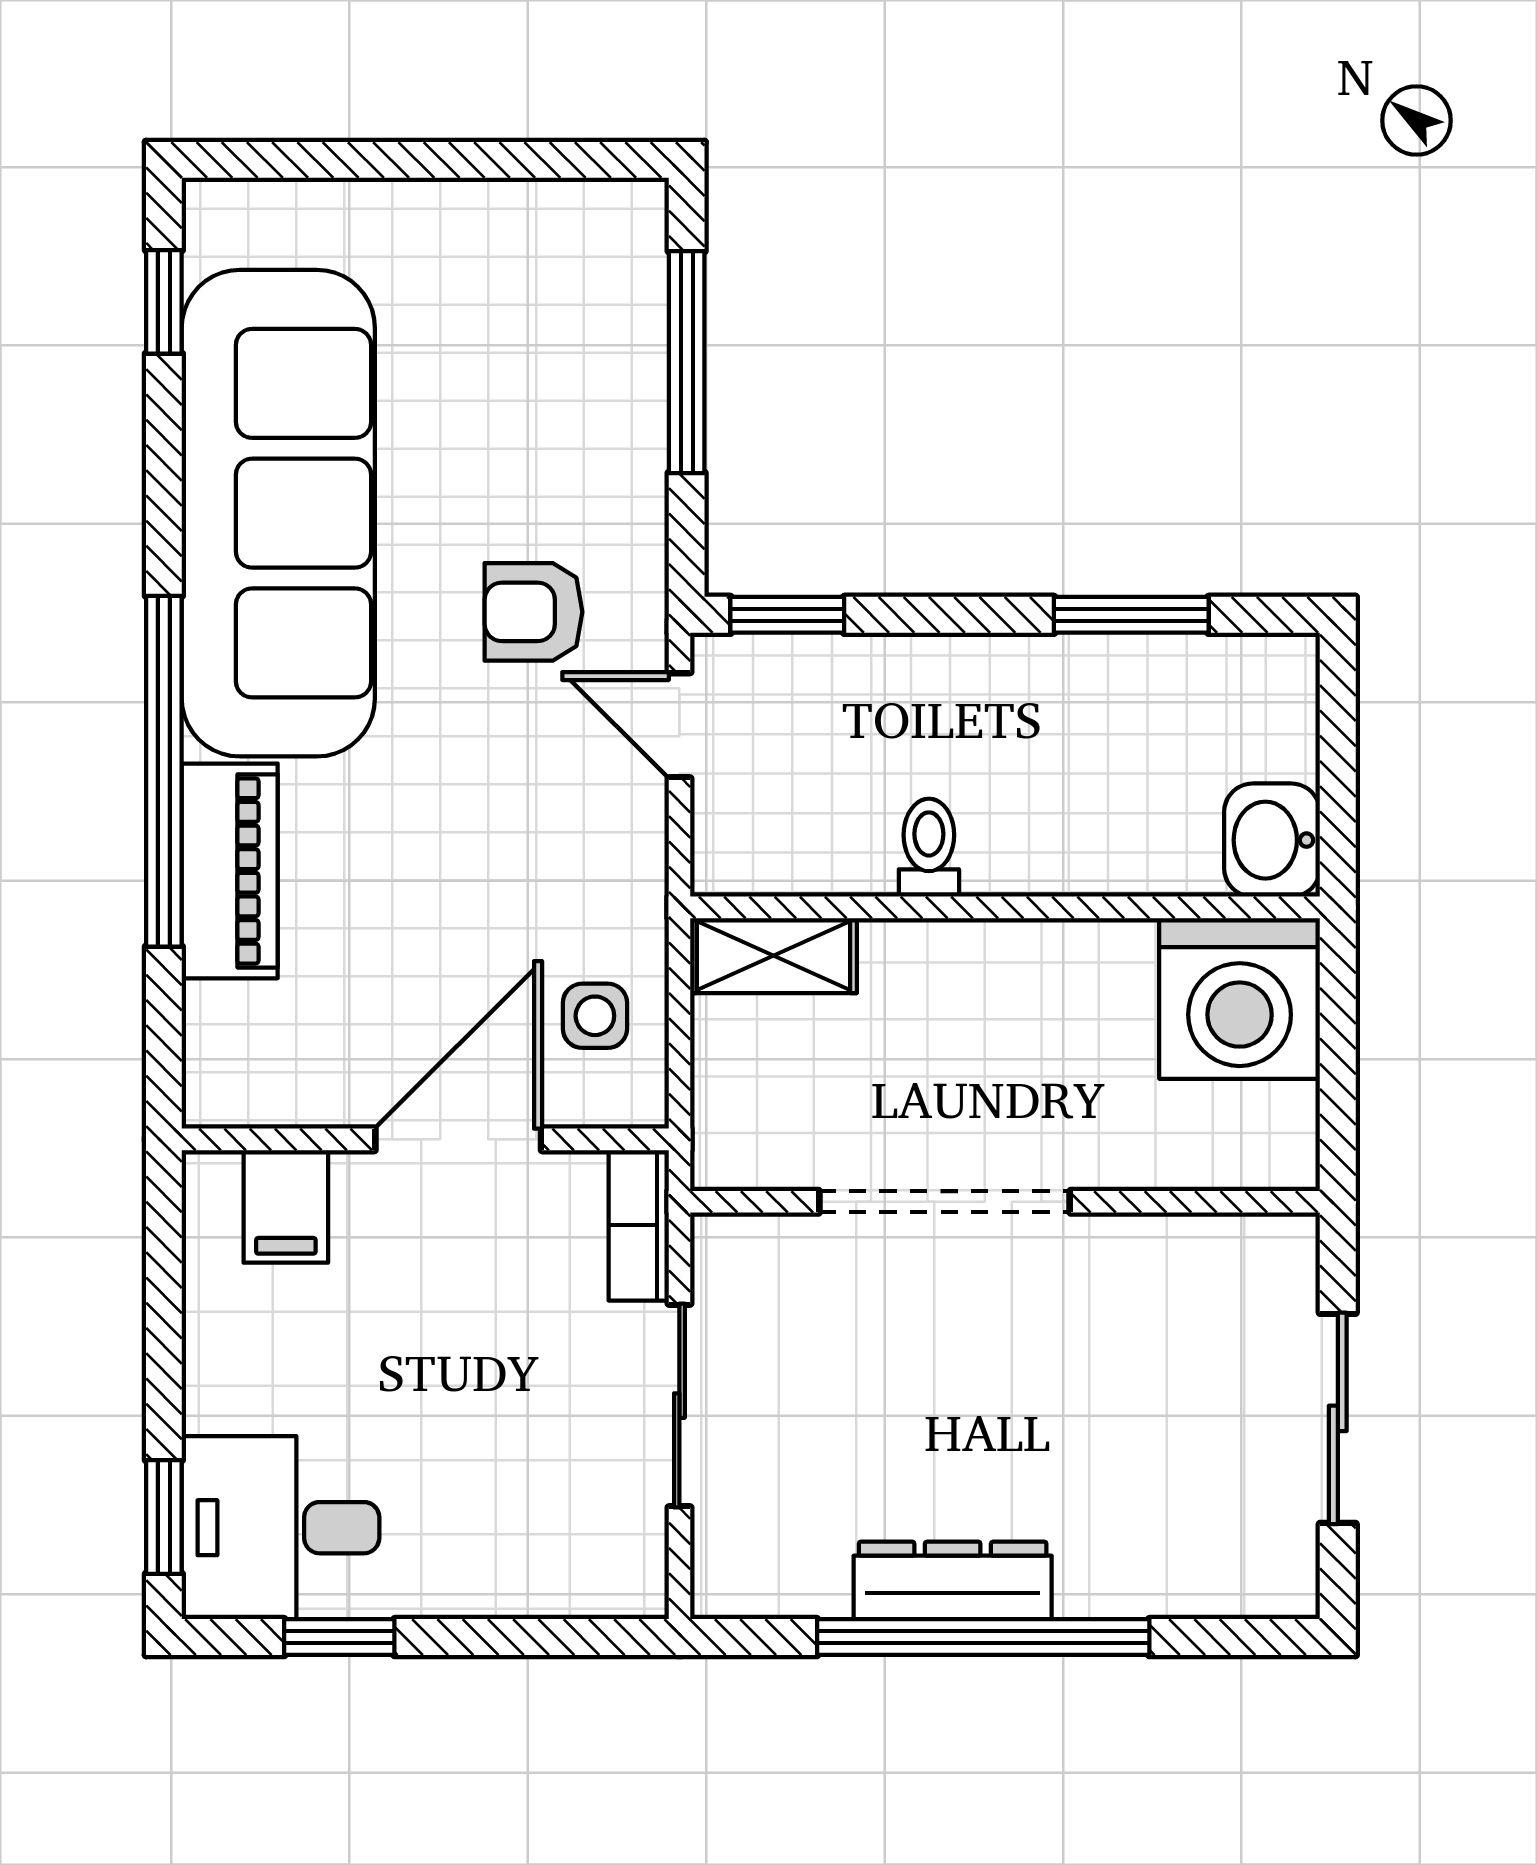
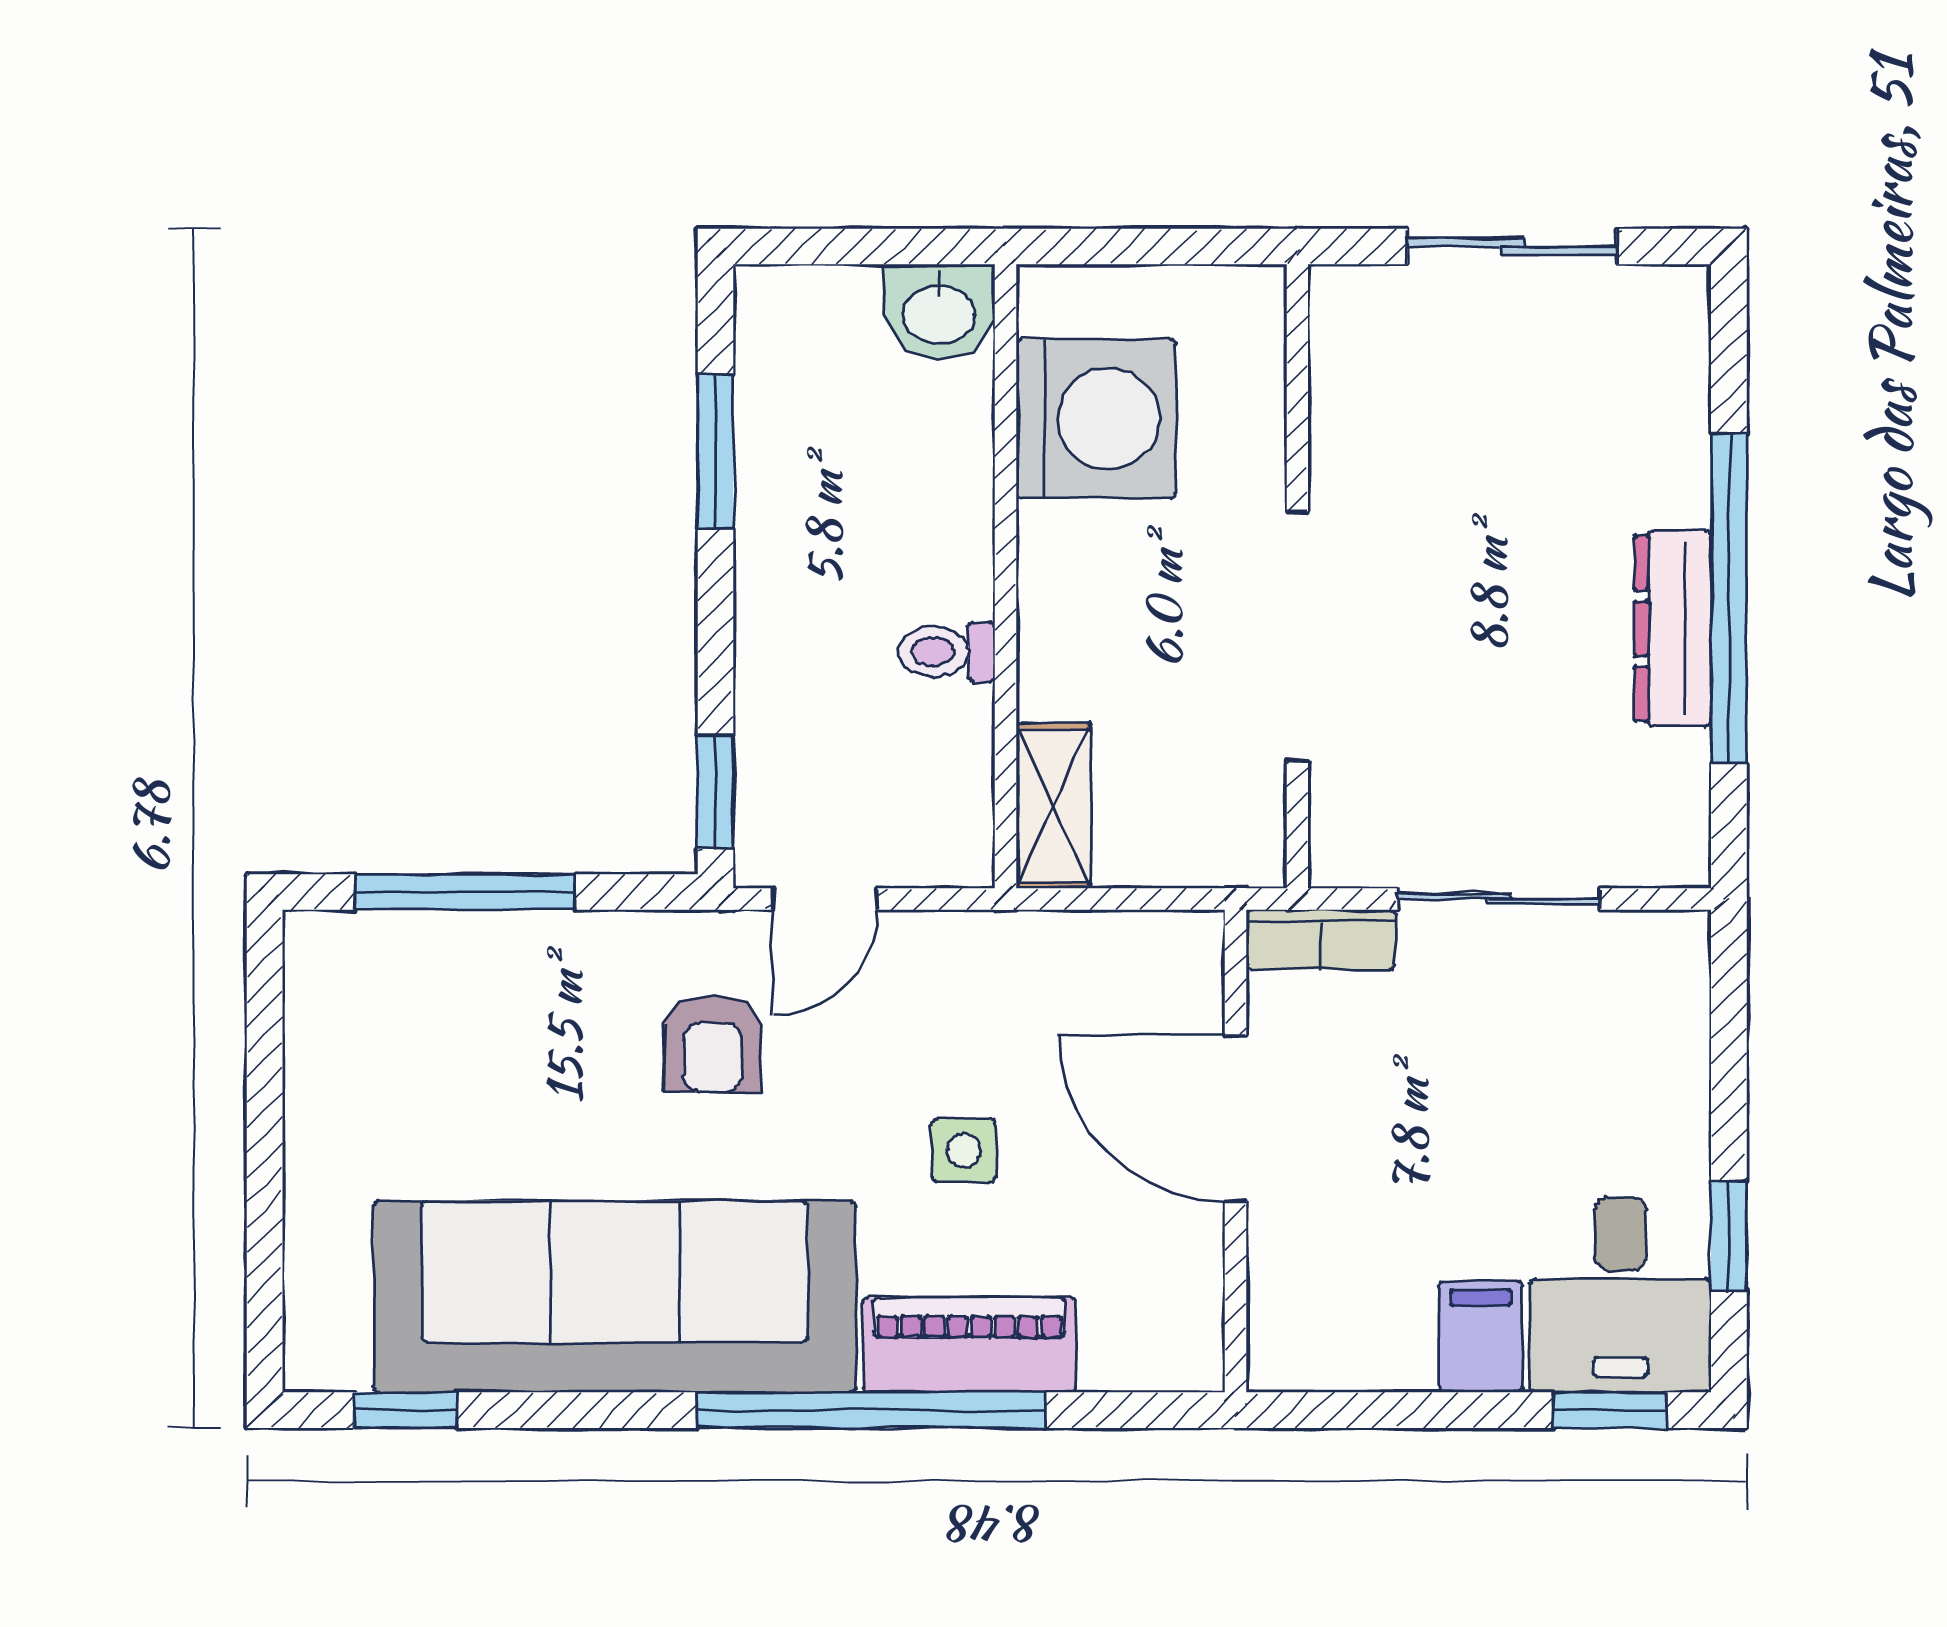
washing machine: (1240, 998) -> (1096, 418), moved
side table: (595, 1016) -> (964, 1150), moved
filing cabinet: (286, 1206) -> (1481, 1337), moved, turned -90

